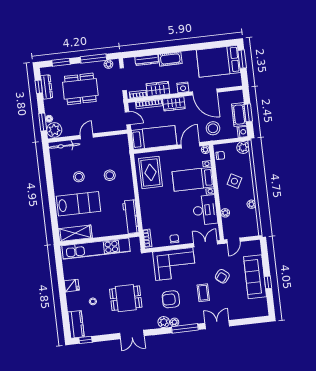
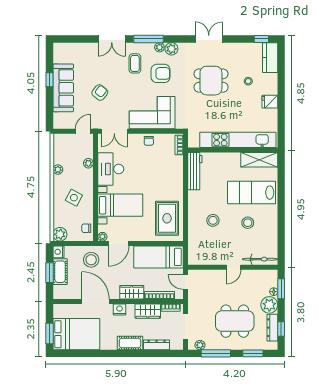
plant: (54, 130) -> (269, 305), moved
coffee table: (203, 293) -> (135, 63), moved

